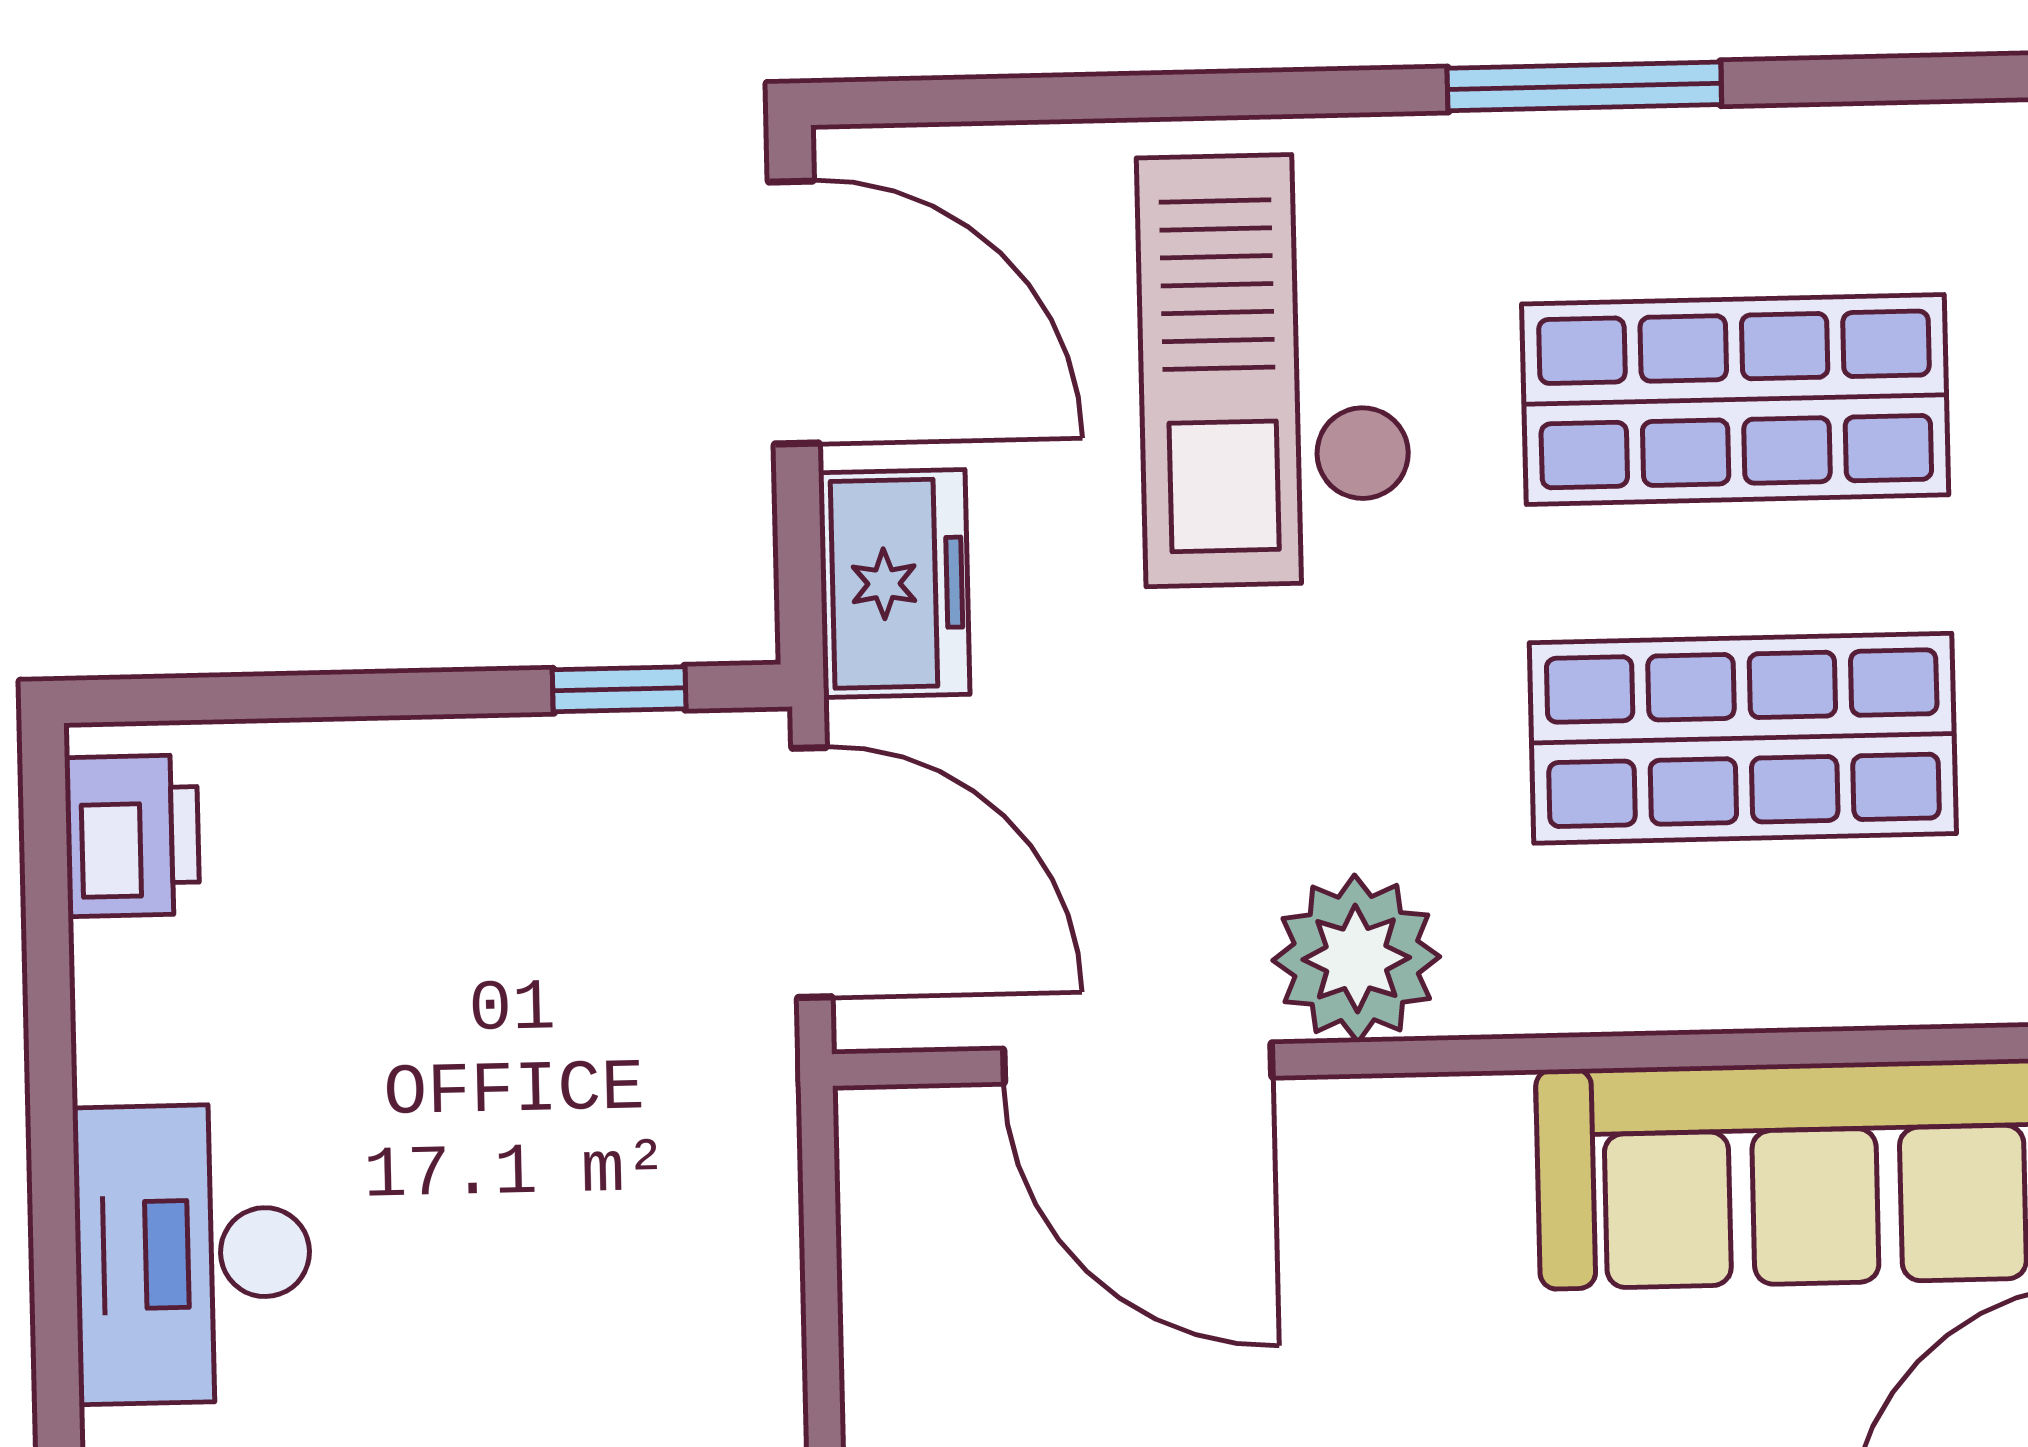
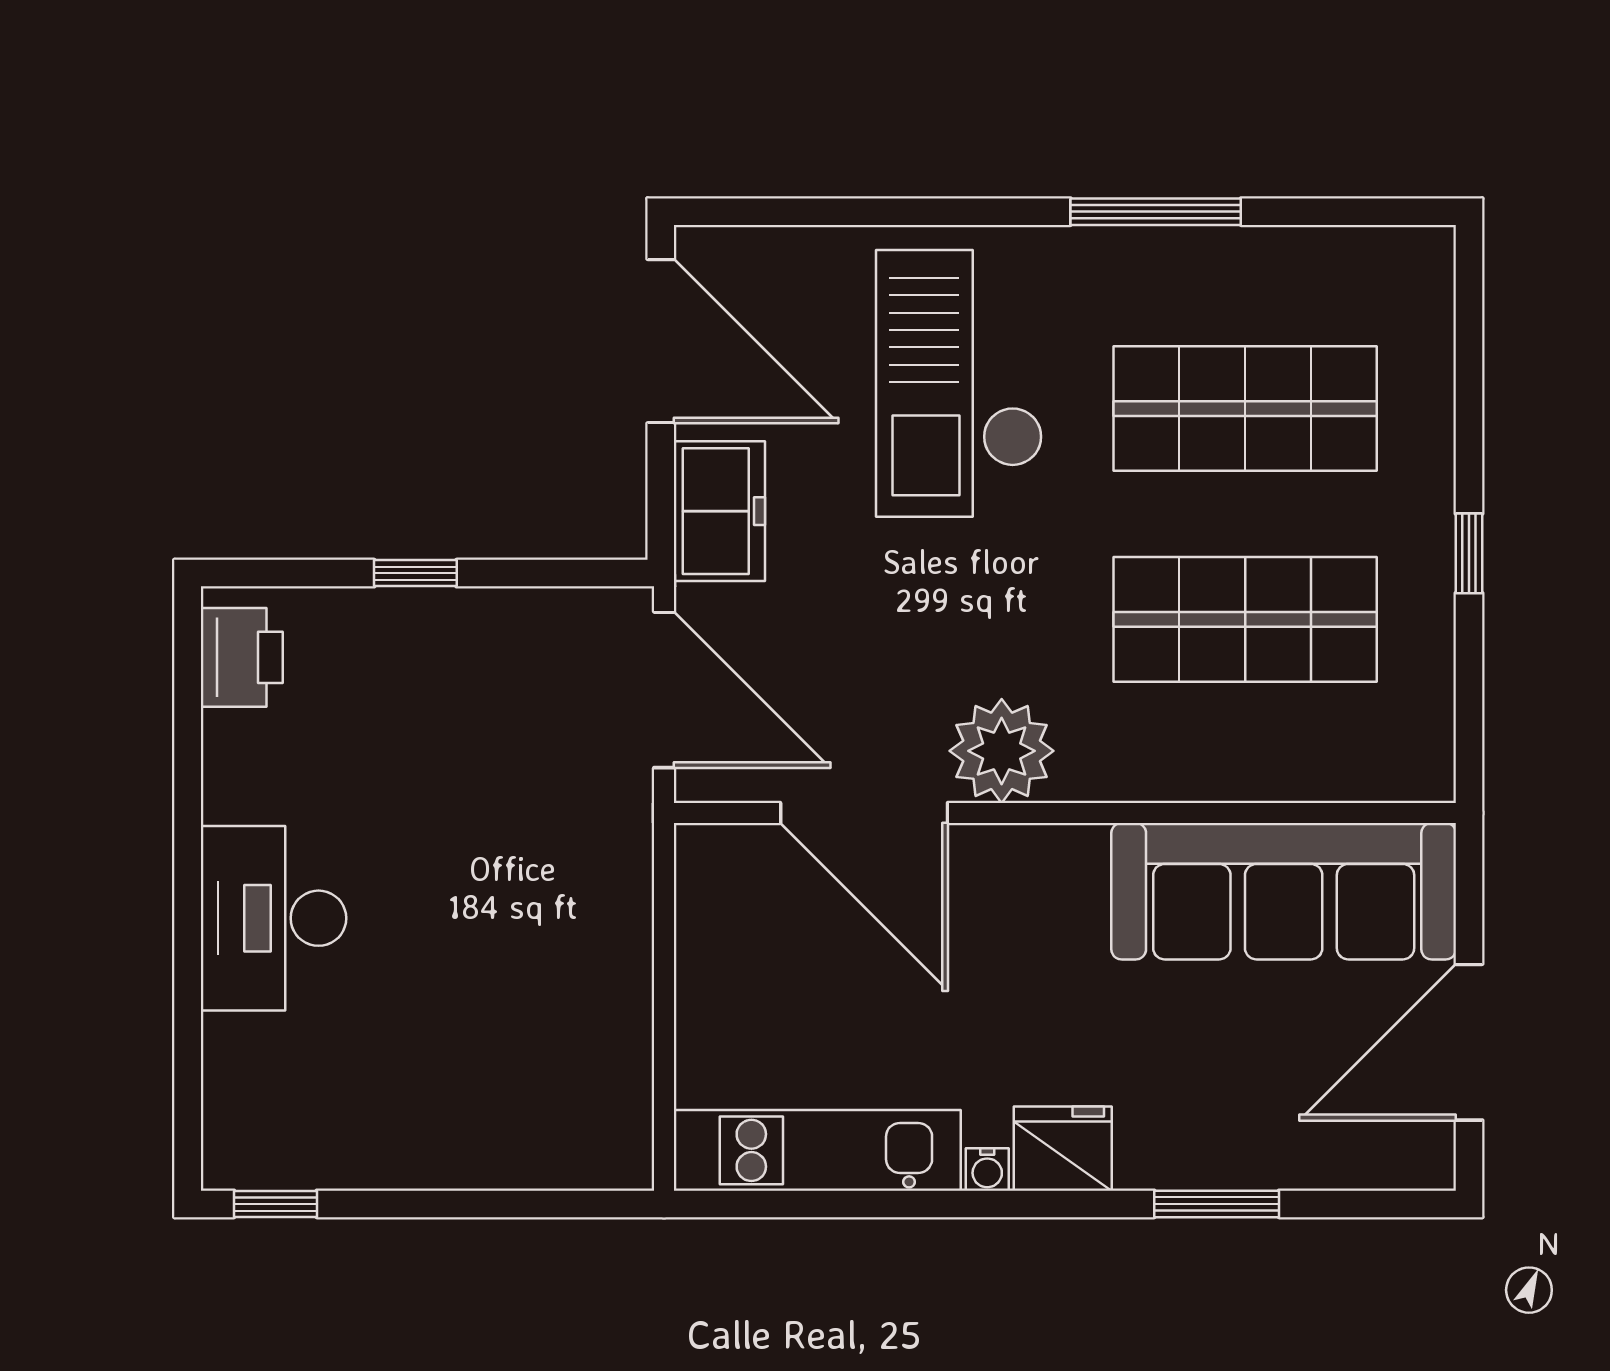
window: (619, 689) -> (415, 573), moved

